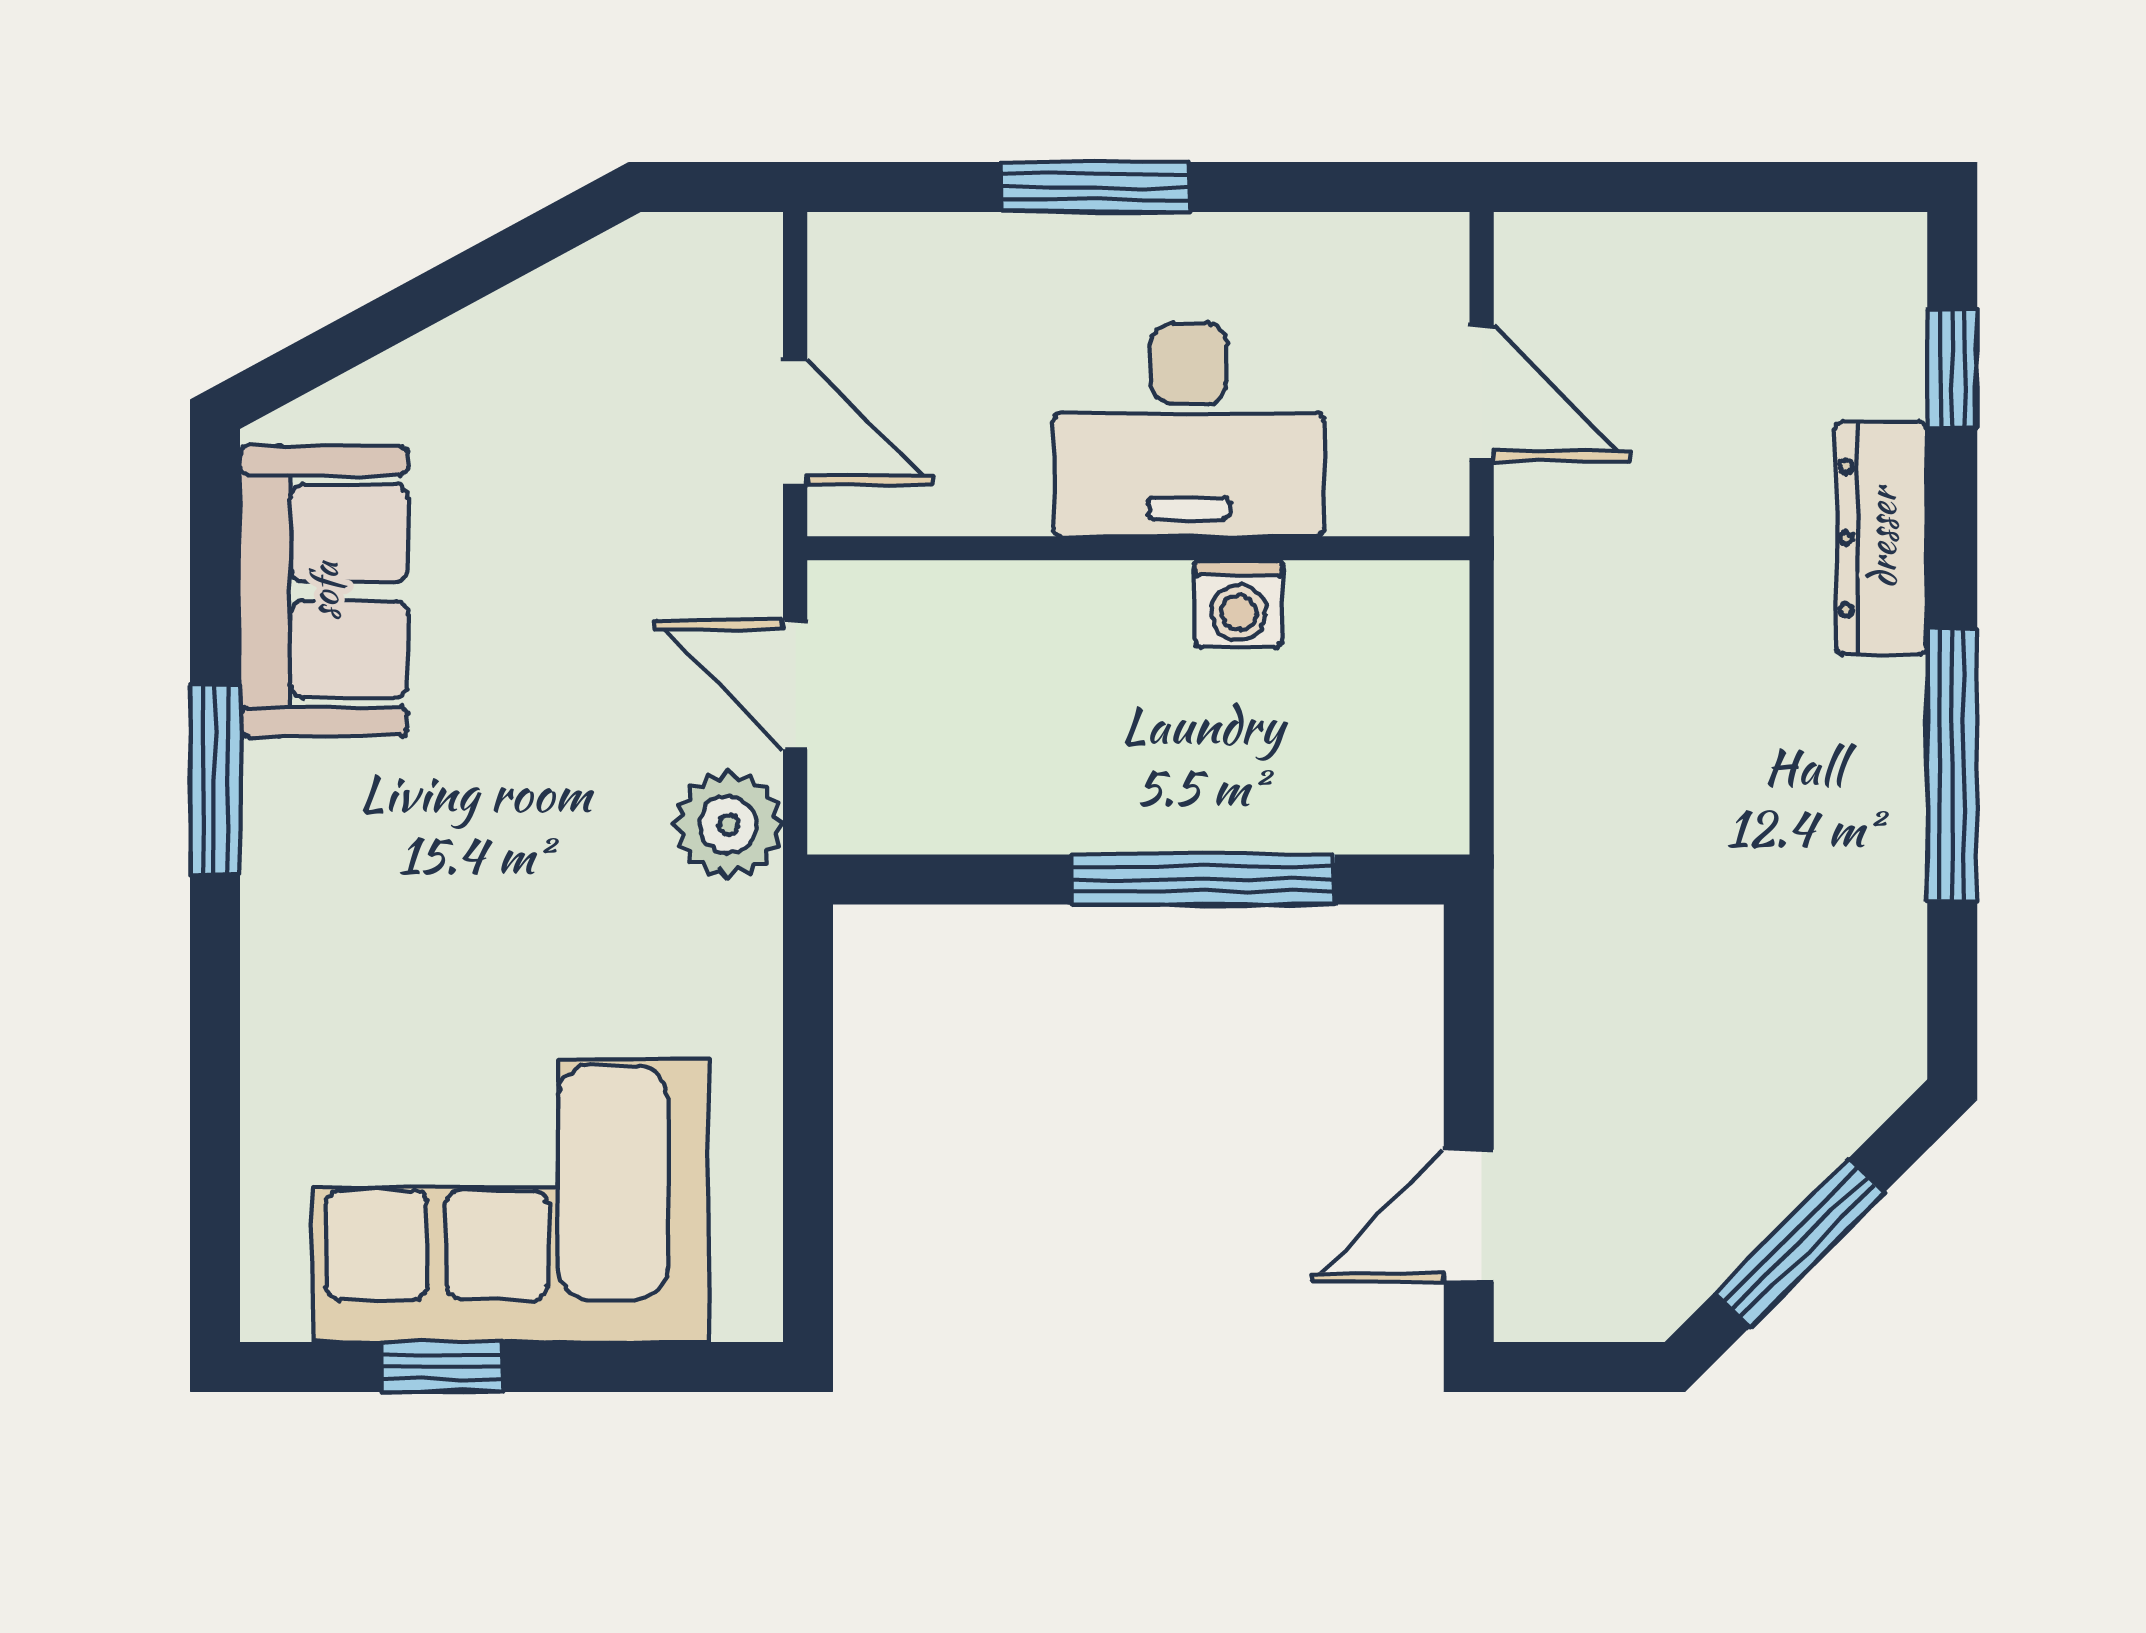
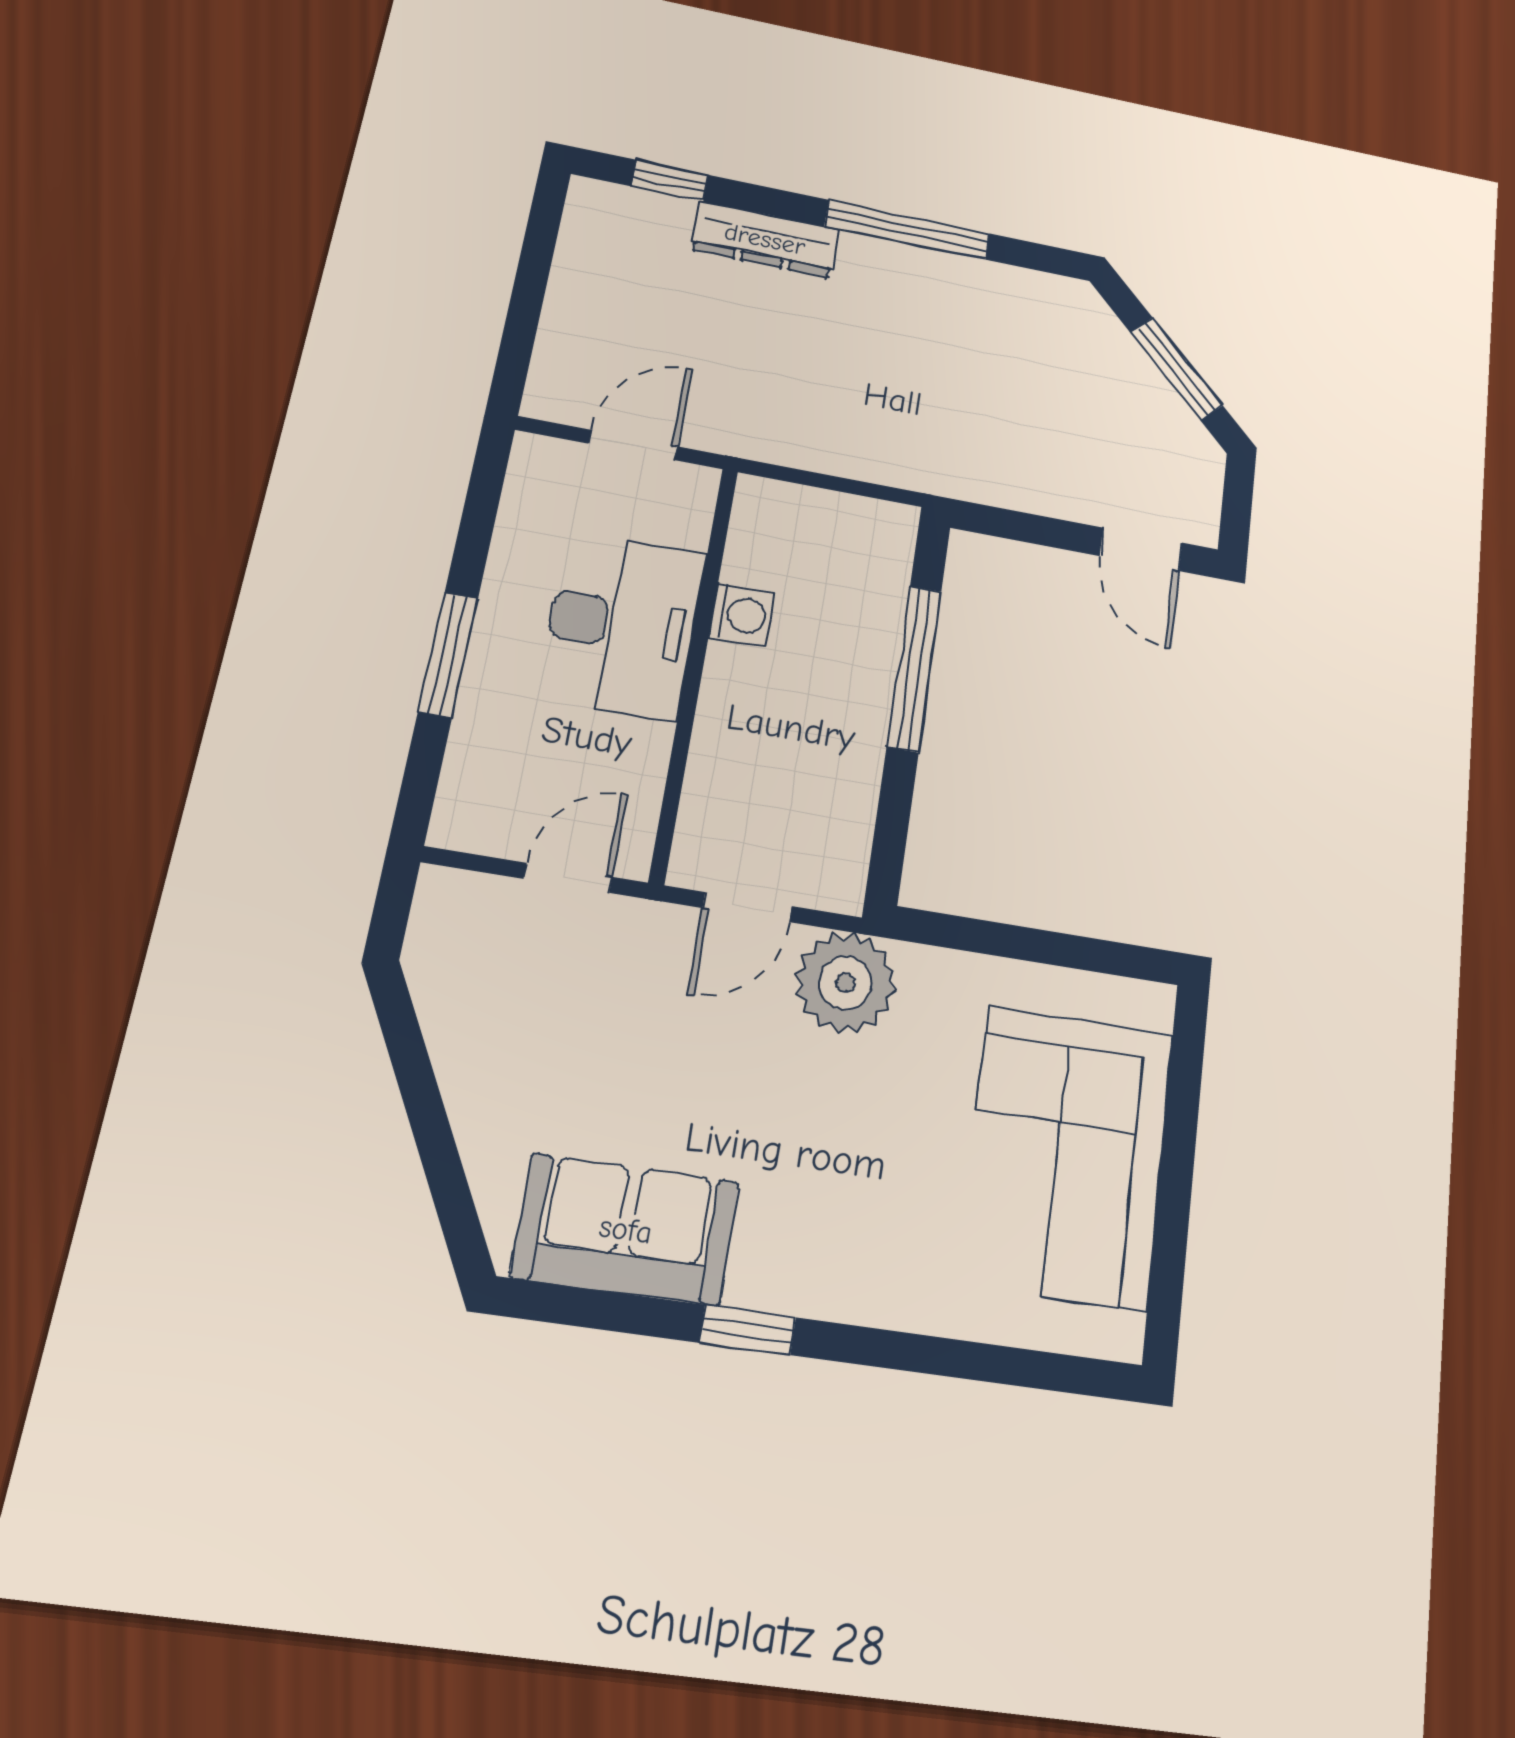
window: (215, 780) -> (748, 1330), width x0.67
plant: (729, 825) -> (846, 983), width x1.36, depth x1.36
window: (442, 1367) -> (1172, 1221), removed

